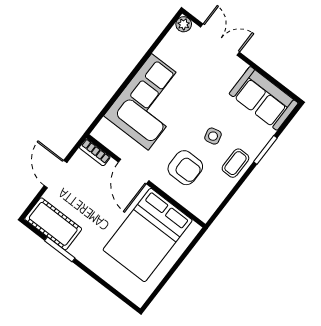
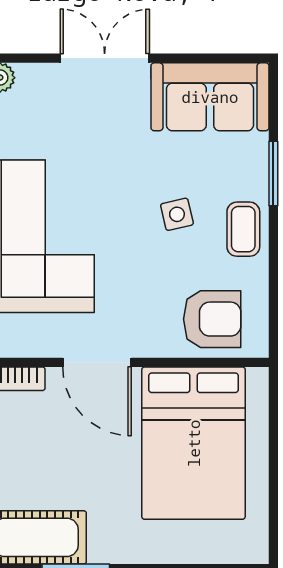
double door: (220, 40) -> (105, 58), moved
armchair: (185, 168) -> (212, 319), moved

